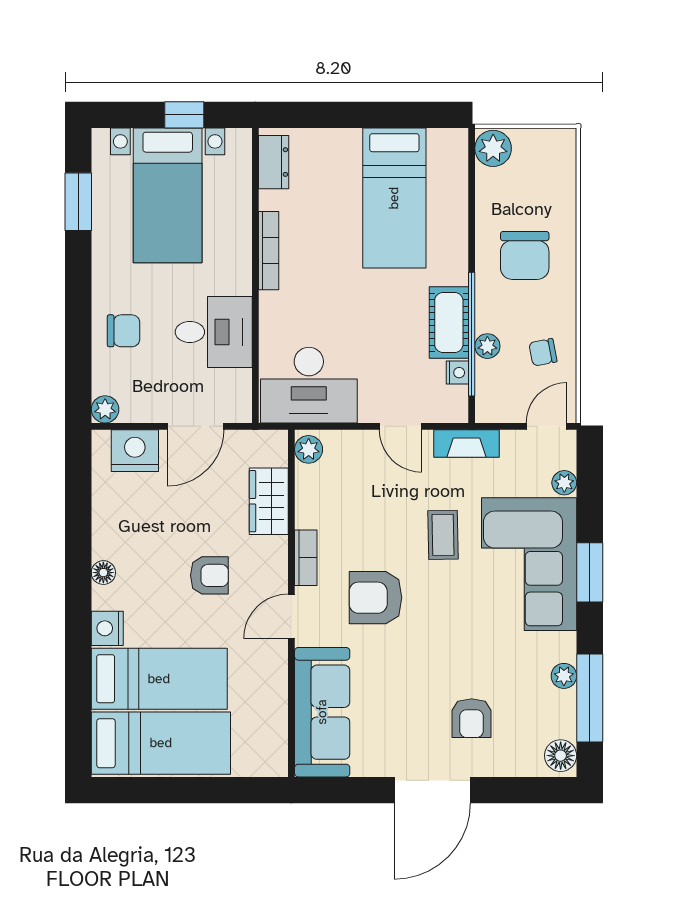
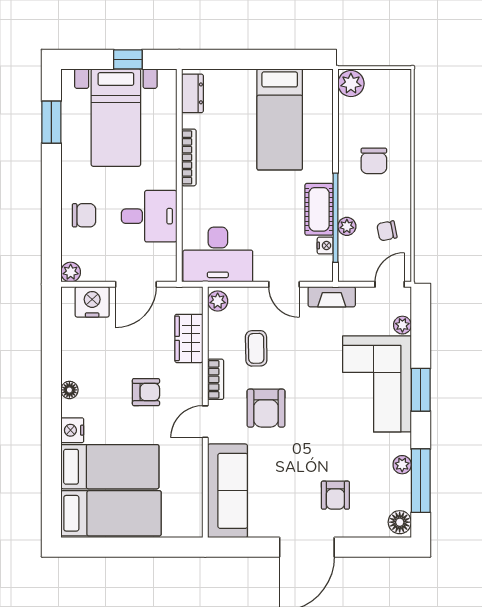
chair: (525, 255) -> (374, 161), width x0.73, depth x0.73
coffee table: (443, 535) -> (256, 348), moved
armchair: (375, 598) -> (266, 408), turned -90

